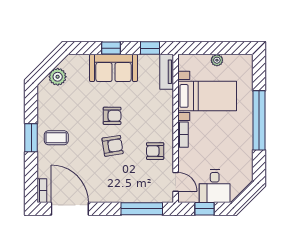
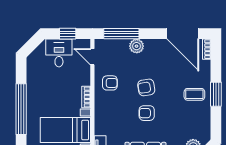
plant: (124, 194) -> (137, 46), added

